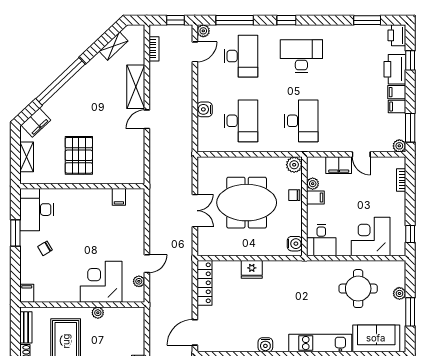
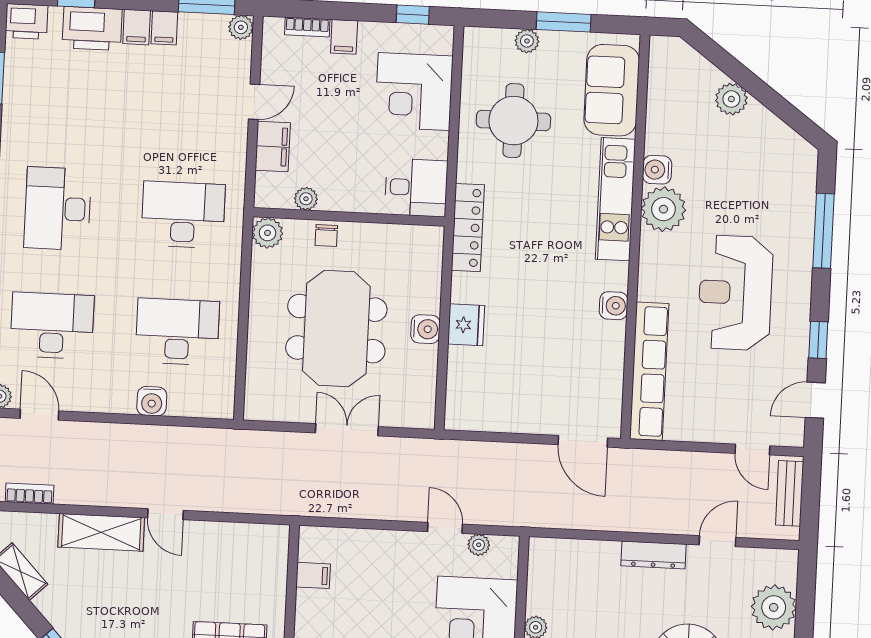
filing cabinet: (315, 197) -> (344, 37), moved, turned 180
water cooler: (295, 244) -> (425, 329), moved, turned 90
locker: (204, 283) -> (468, 228), moved, turned 90

